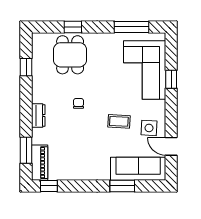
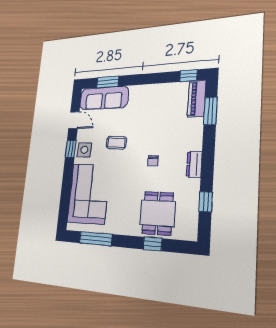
window: (171, 79) -> (71, 149), moved
dresser: (38, 116) -> (194, 164), moved
side table: (149, 128) -> (84, 150), moved
window: (122, 186) -> (108, 82), moved

